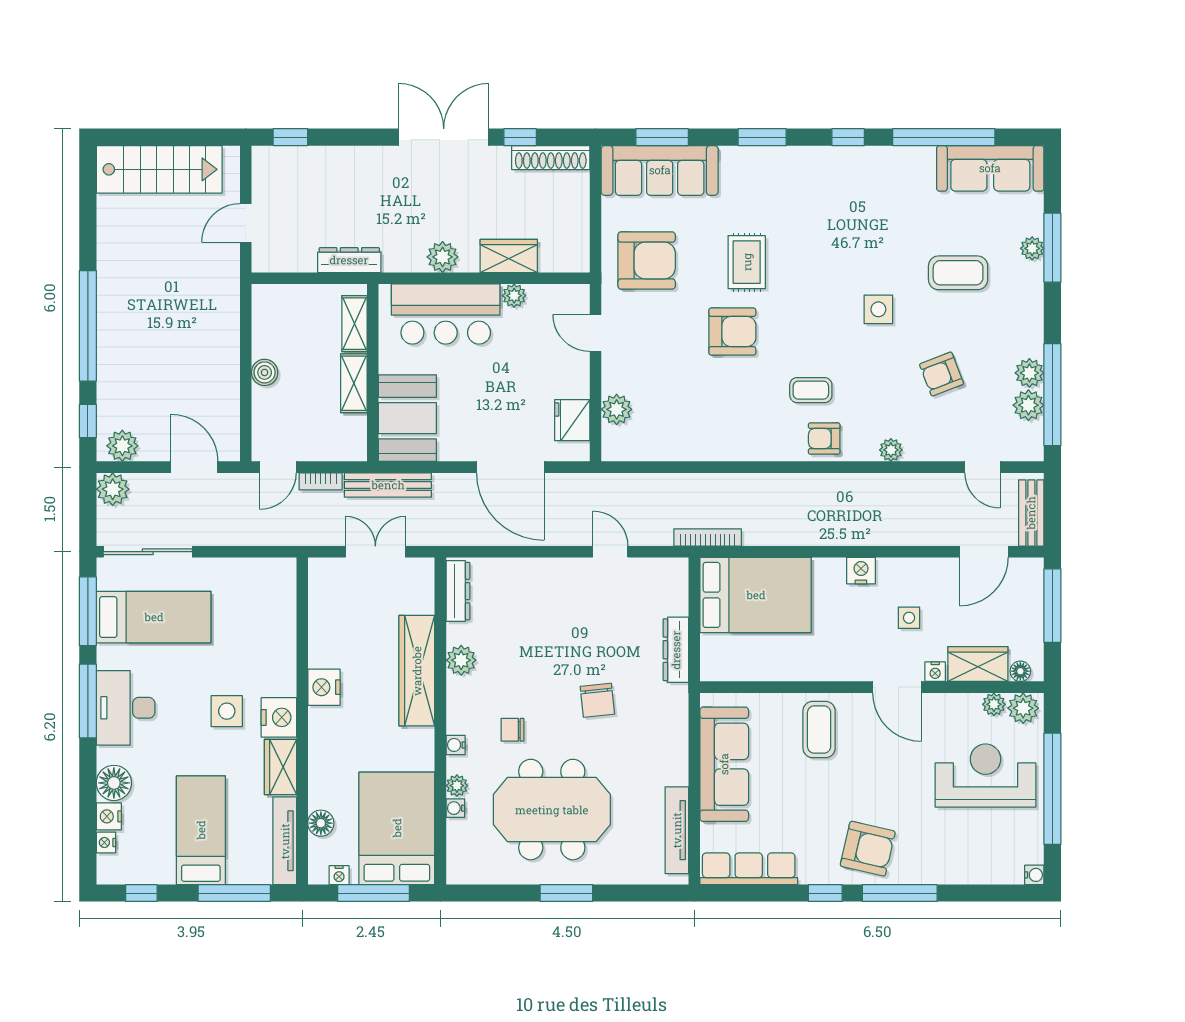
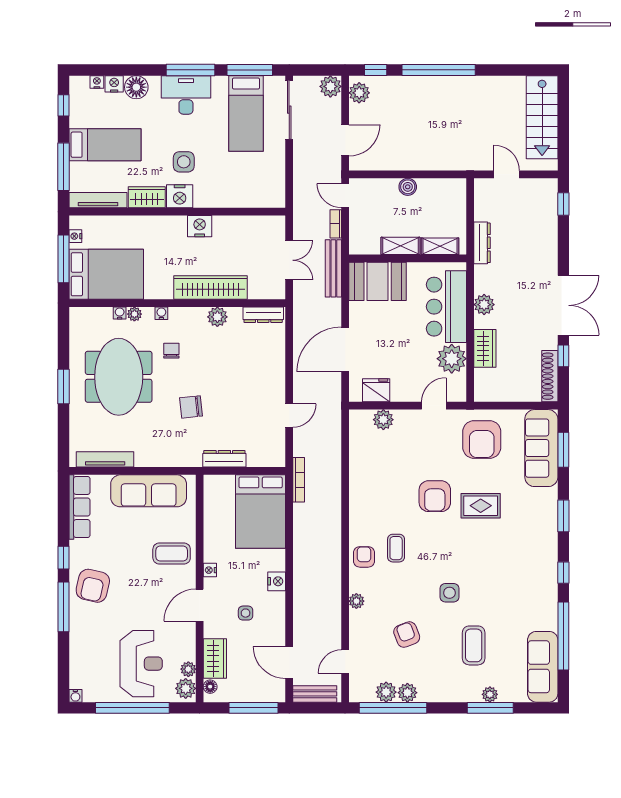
plant: (514, 296) -> (452, 359), width x1.88, depth x1.88
nightstand: (935, 672) -> (210, 570), moved
floor lamp: (321, 823) -> (110, 224), removed

